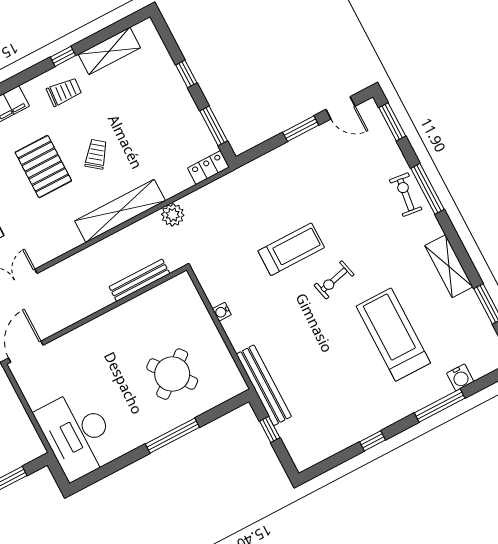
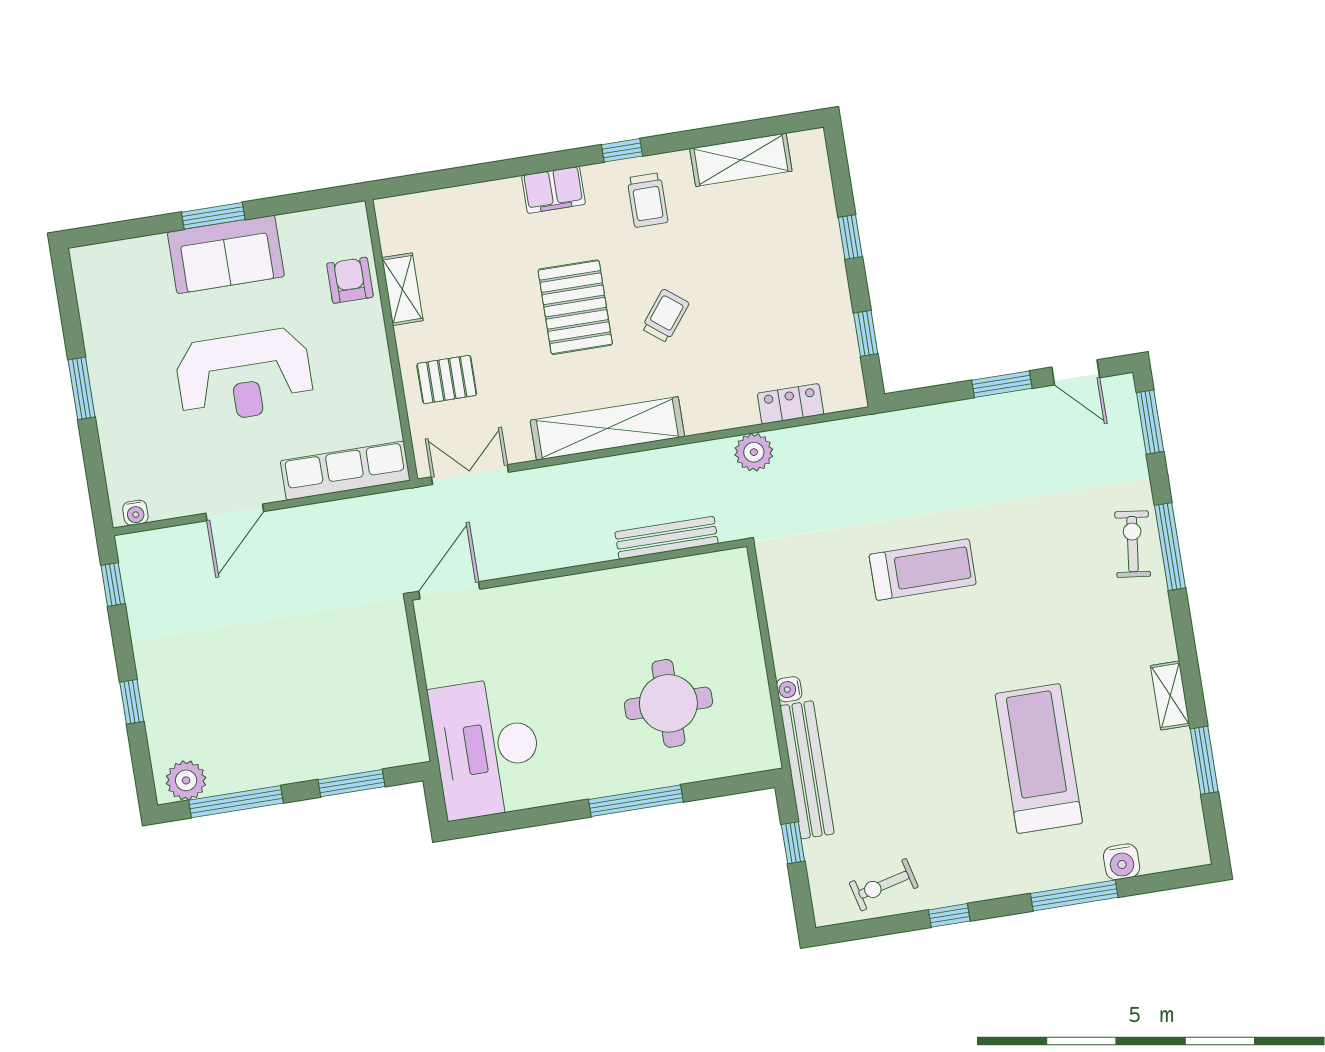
window: (63, 56) -> (622, 150), moved
trolley: (64, 92) -> (648, 200), turned 86
window: (214, 126) -> (866, 333), width x0.67
locker: (208, 168) -> (790, 404), moved
shelving: (120, 211) -> (607, 428), moved
shelving: (449, 266) -> (1170, 695), width x0.67, depth x0.75
exercise bike: (334, 280) -> (884, 885), moved
water cooler: (222, 312) -> (789, 689), moved
round table: (172, 374) -> (668, 703), turned 38

